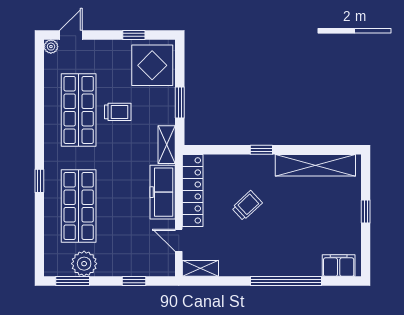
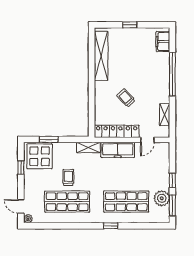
window: (180, 103) -> (49, 139), moved
window: (261, 150) -> (92, 89), removed
shelving: (200, 268) -> (165, 115), moved
window: (134, 281) -> (172, 180), moved

